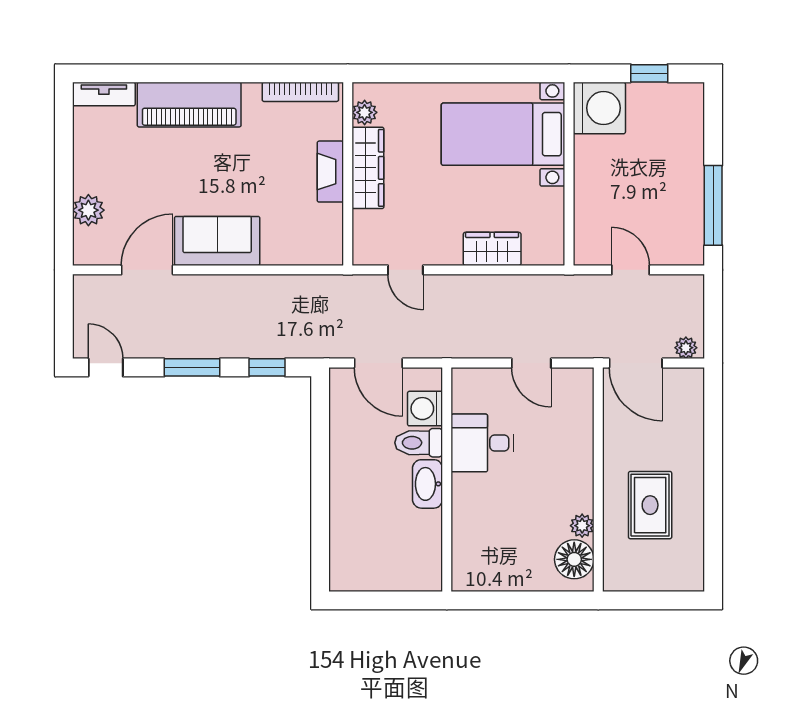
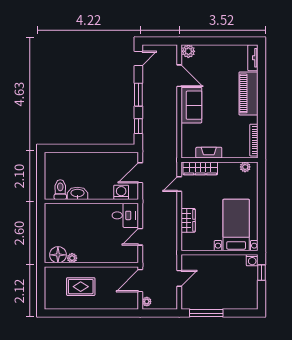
window: (649, 73) -> (262, 273), moved
washing machine: (599, 108) -> (252, 260), width x0.53, depth x0.53
wardrobe: (368, 168) -> (200, 168), moved
fireplace: (330, 172) -> (209, 153), moved
plant: (88, 210) -> (188, 51), moved
toilet: (419, 443) -> (60, 190), moved
desk: (482, 443) -> (125, 215), moved, turned 90
washbasin: (428, 484) -> (77, 193), moved

